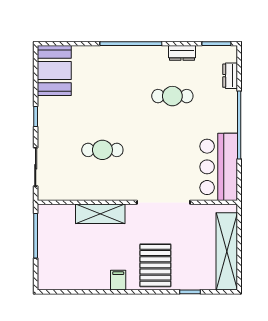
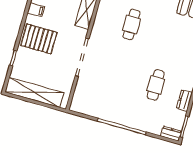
dresser: (230, 76) -> (171, 134), moved
bar counter: (219, 167) -> (96, 104), removed

